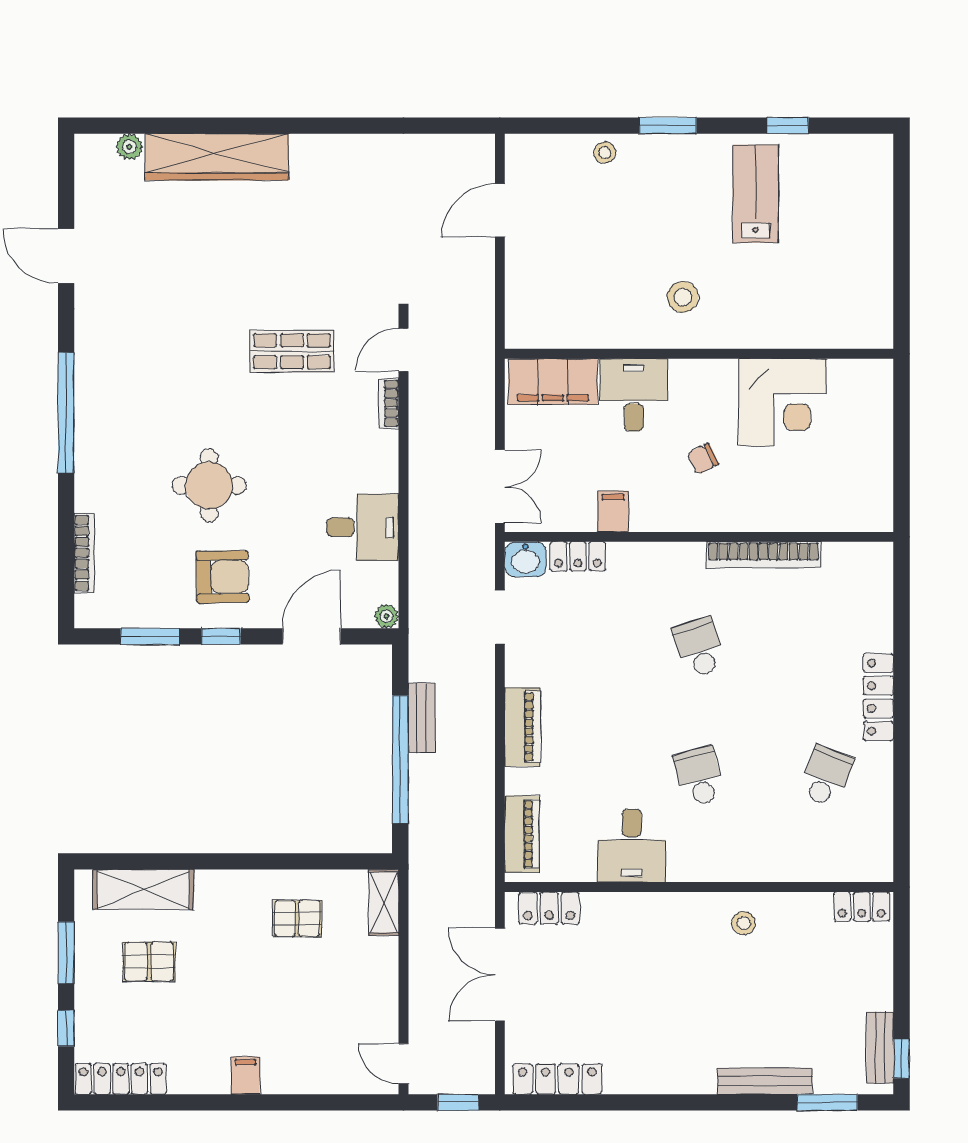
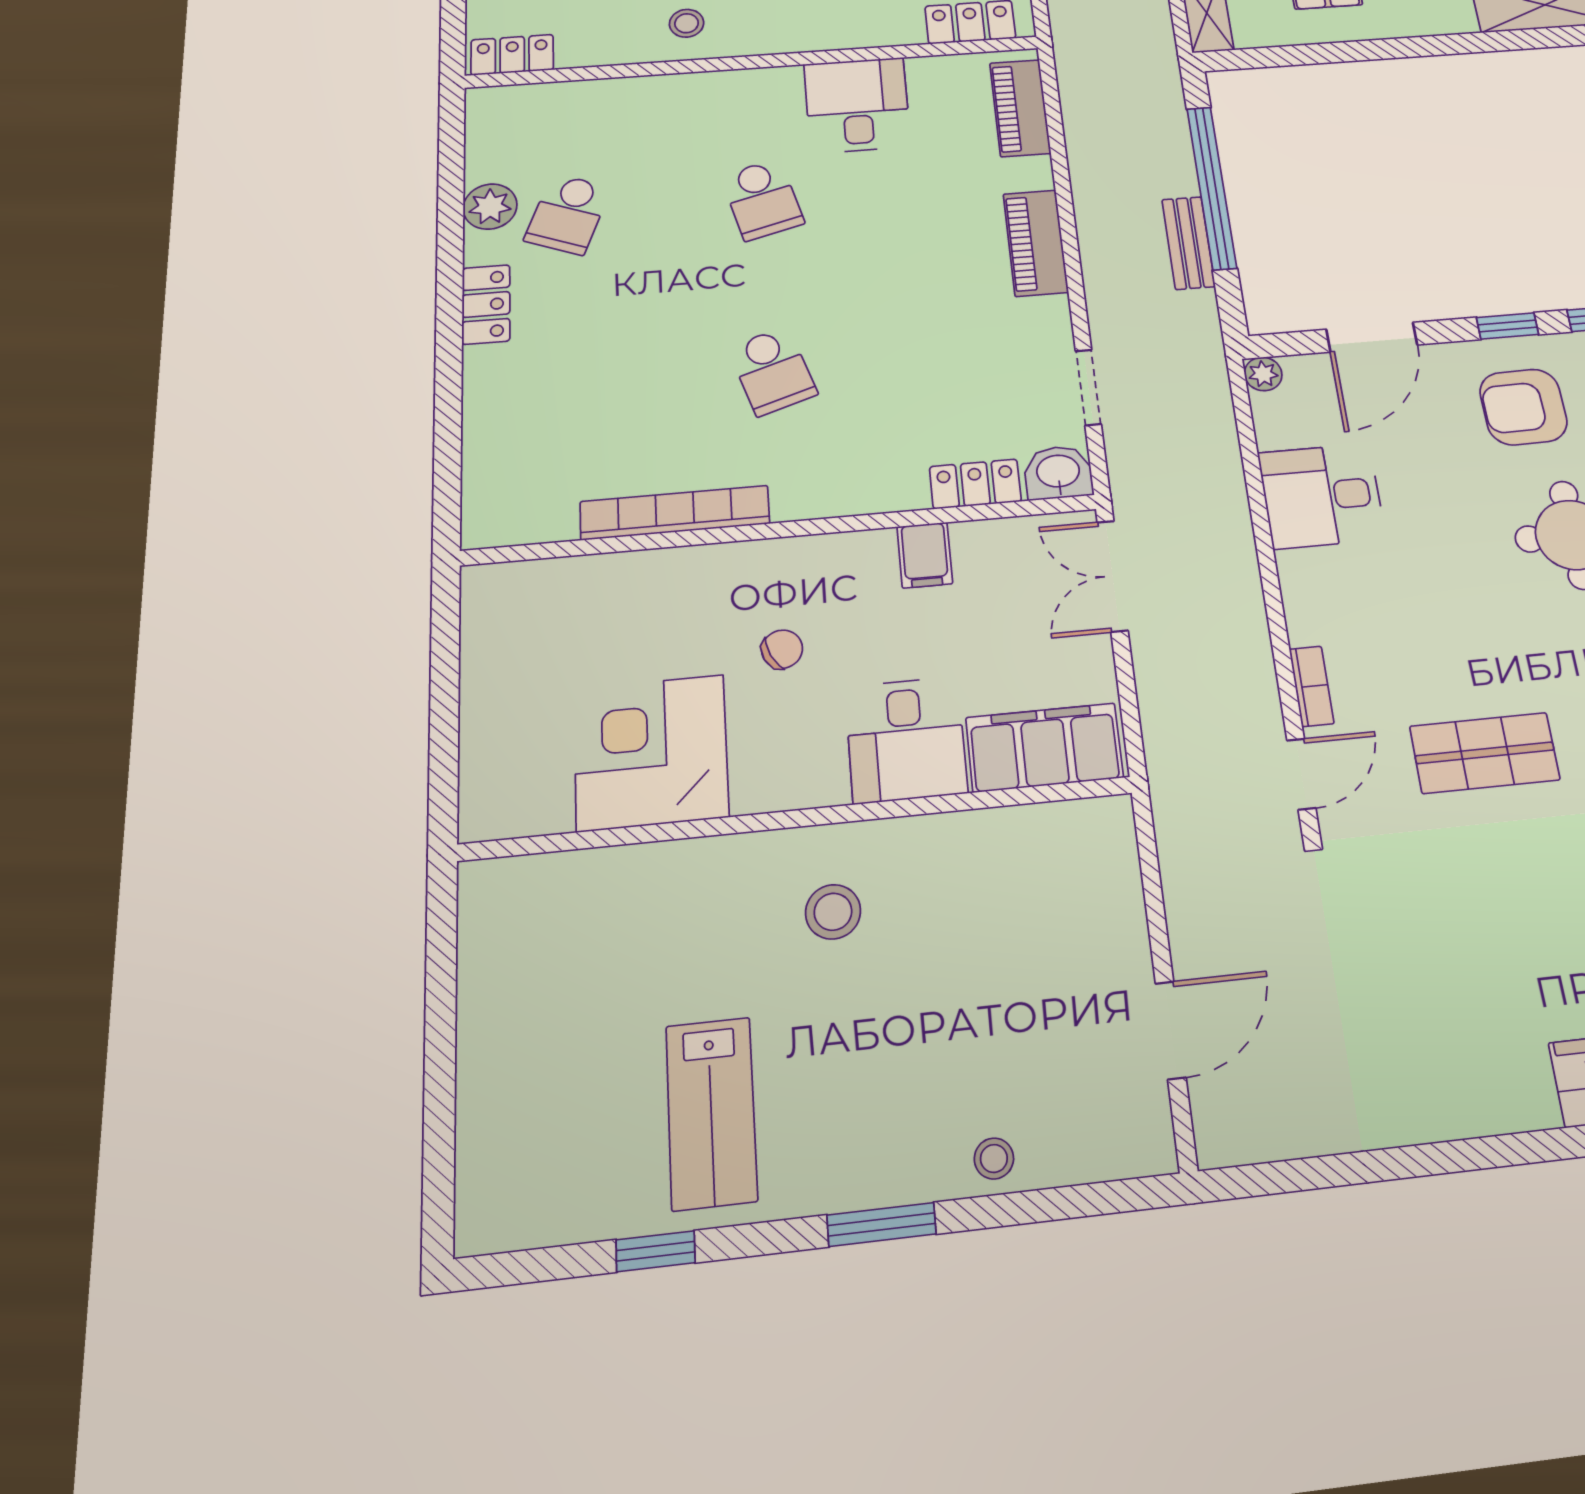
locker: (878, 697) -> (486, 304), width x0.66
plant: (876, 786) -> (490, 207), added

